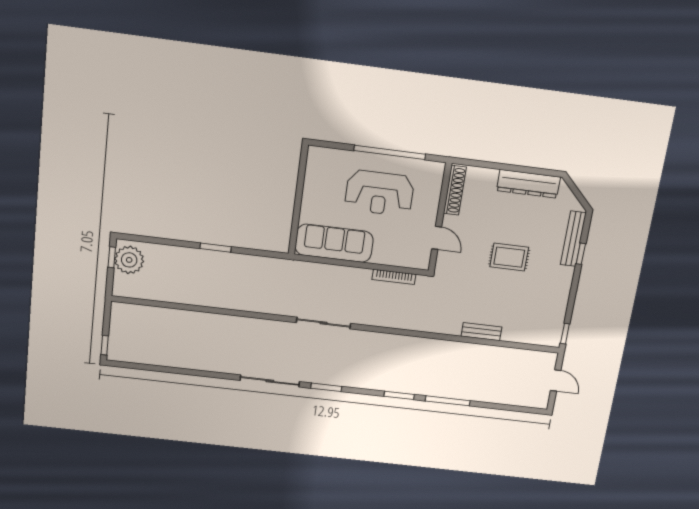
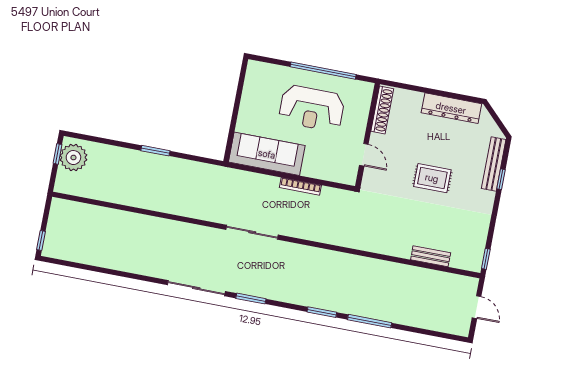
bookcase: (394, 277) -> (300, 186), moved
bench: (482, 332) -> (431, 256), moved

